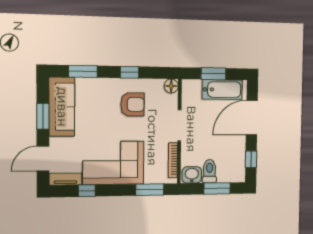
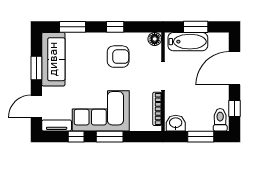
bathtub: (222, 90) -> (188, 42), moved
toilet: (209, 171) -> (220, 120), moved
window: (150, 190) -> (110, 137), moved

